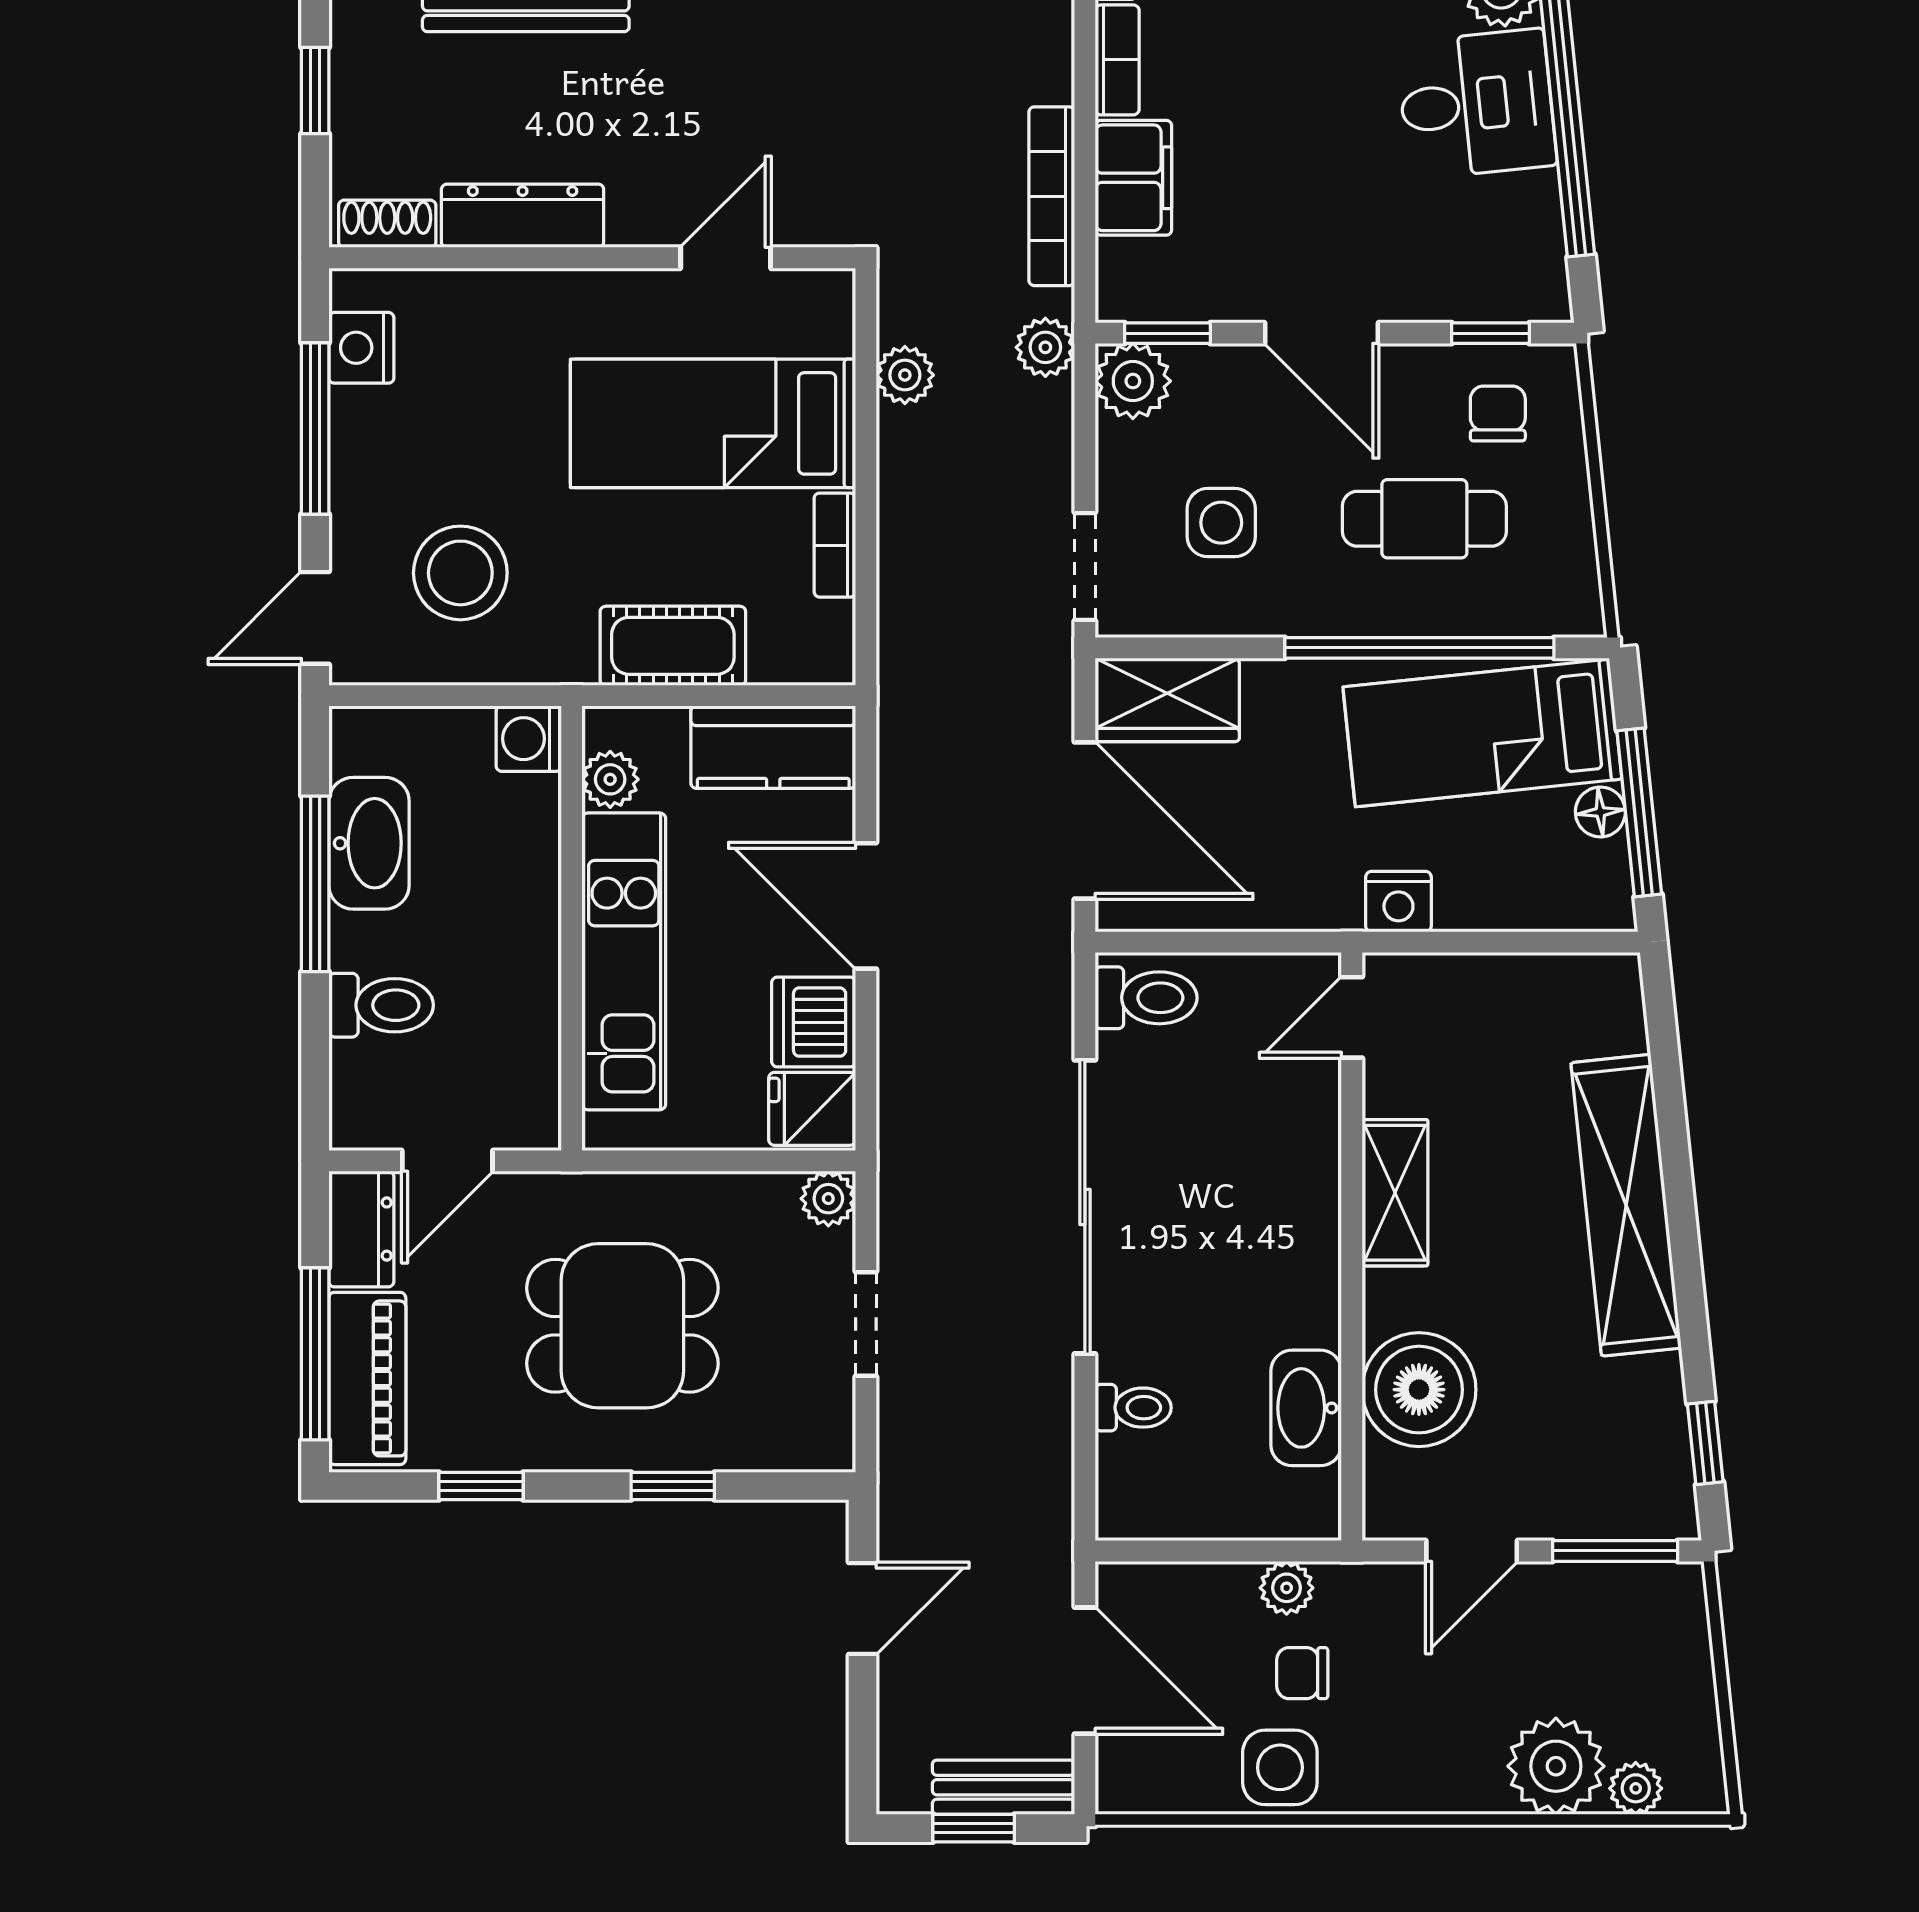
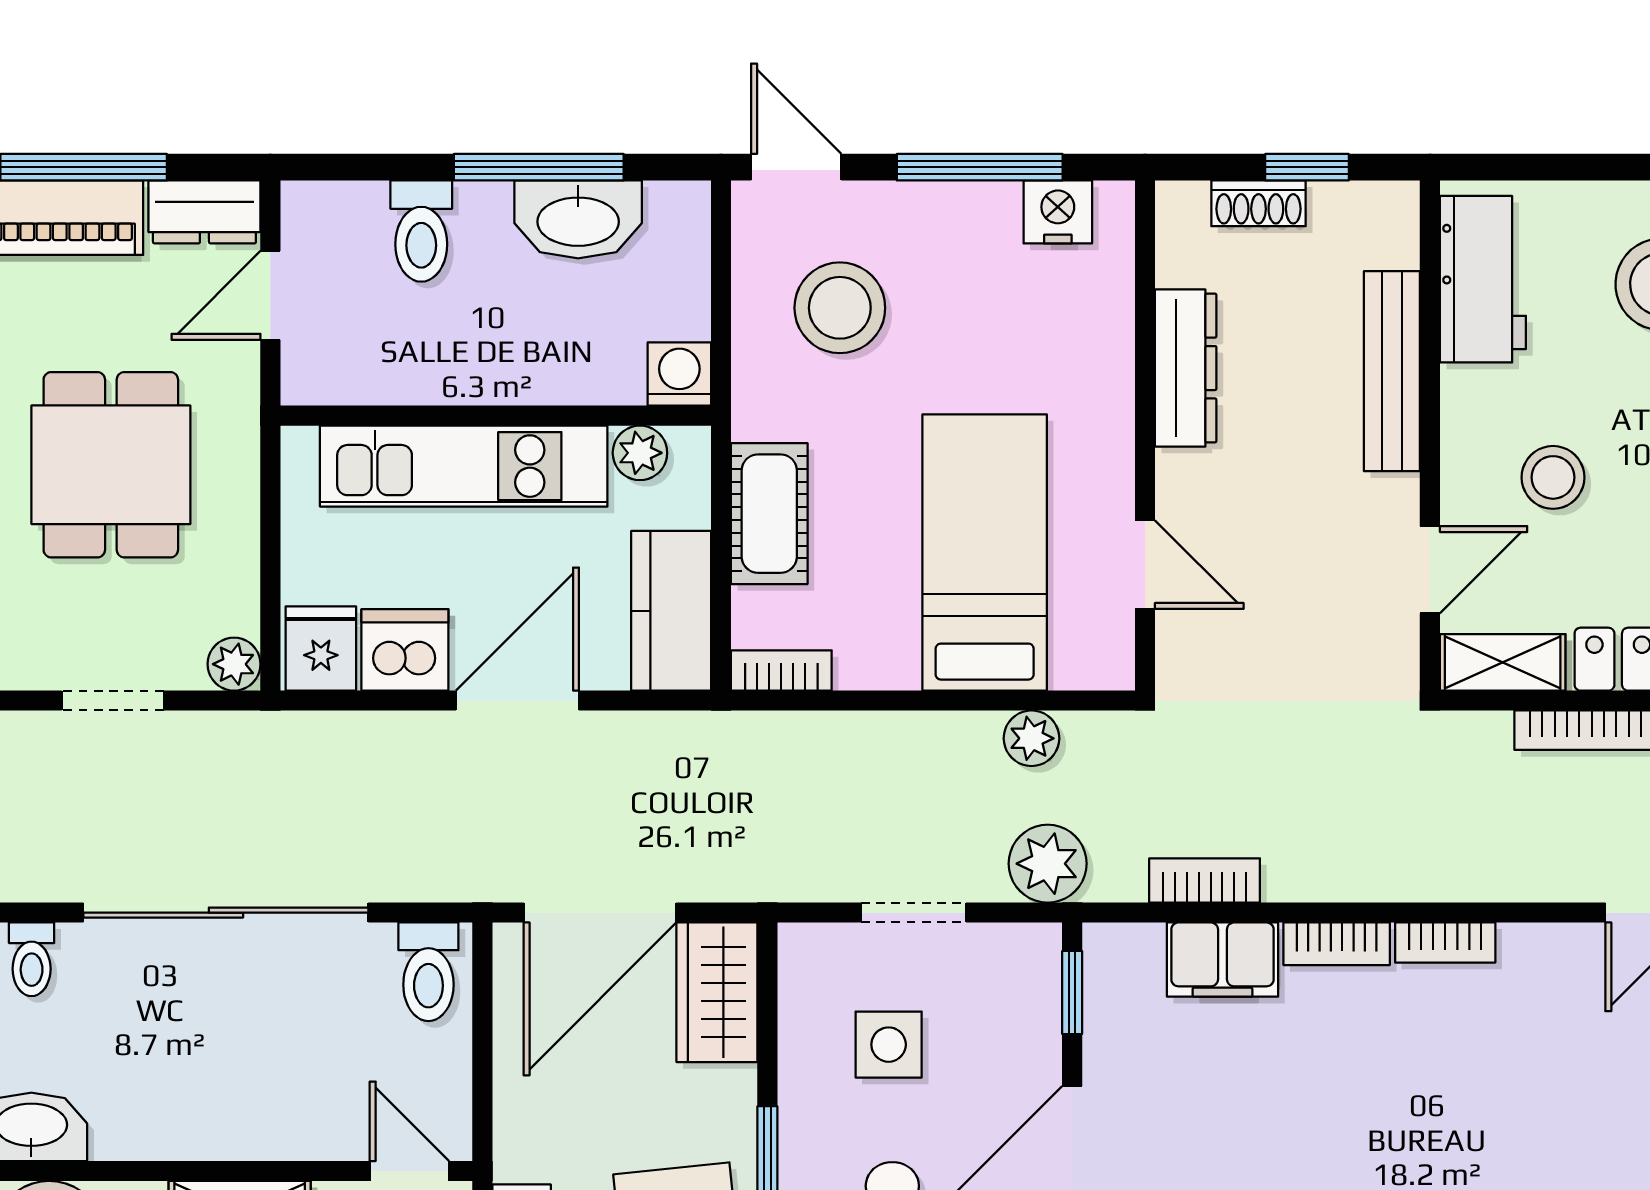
bookcase: (1052, 196) -> (1205, 880), width x0.64
shoe rack: (387, 224) -> (1259, 203), moved, turned 90
plant: (1045, 347) -> (1048, 864), width x1.38, depth x1.38
plant: (1133, 381) -> (1026, 959), removed
bookcase: (835, 545) -> (781, 670), moved
doorway: (1085, 566) -> (914, 913), moved
door: (447, 1161) -> (270, 295), hinge flipped

